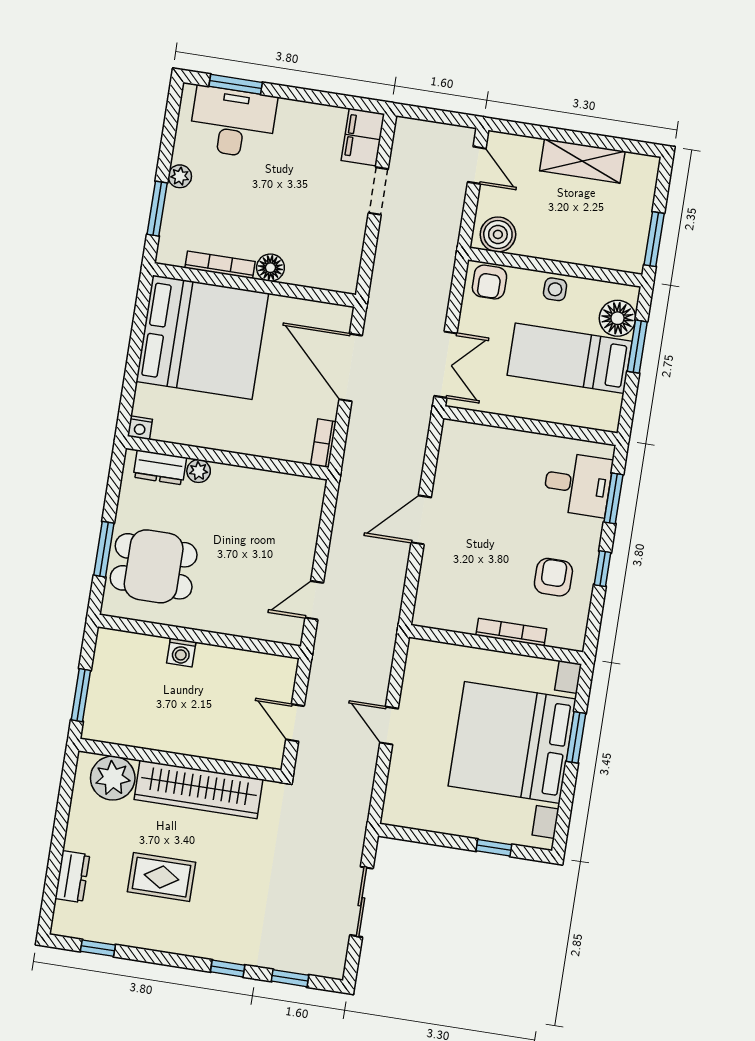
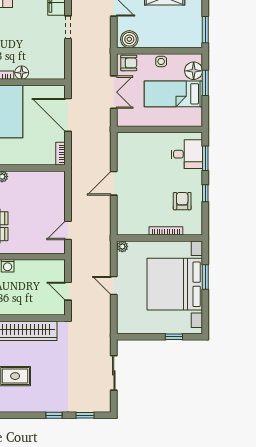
armchair: (489, 282) -> (129, 63), turned -90
double door: (446, 365) -> (114, 92), moved
plant: (418, 650) -> (122, 247), added

